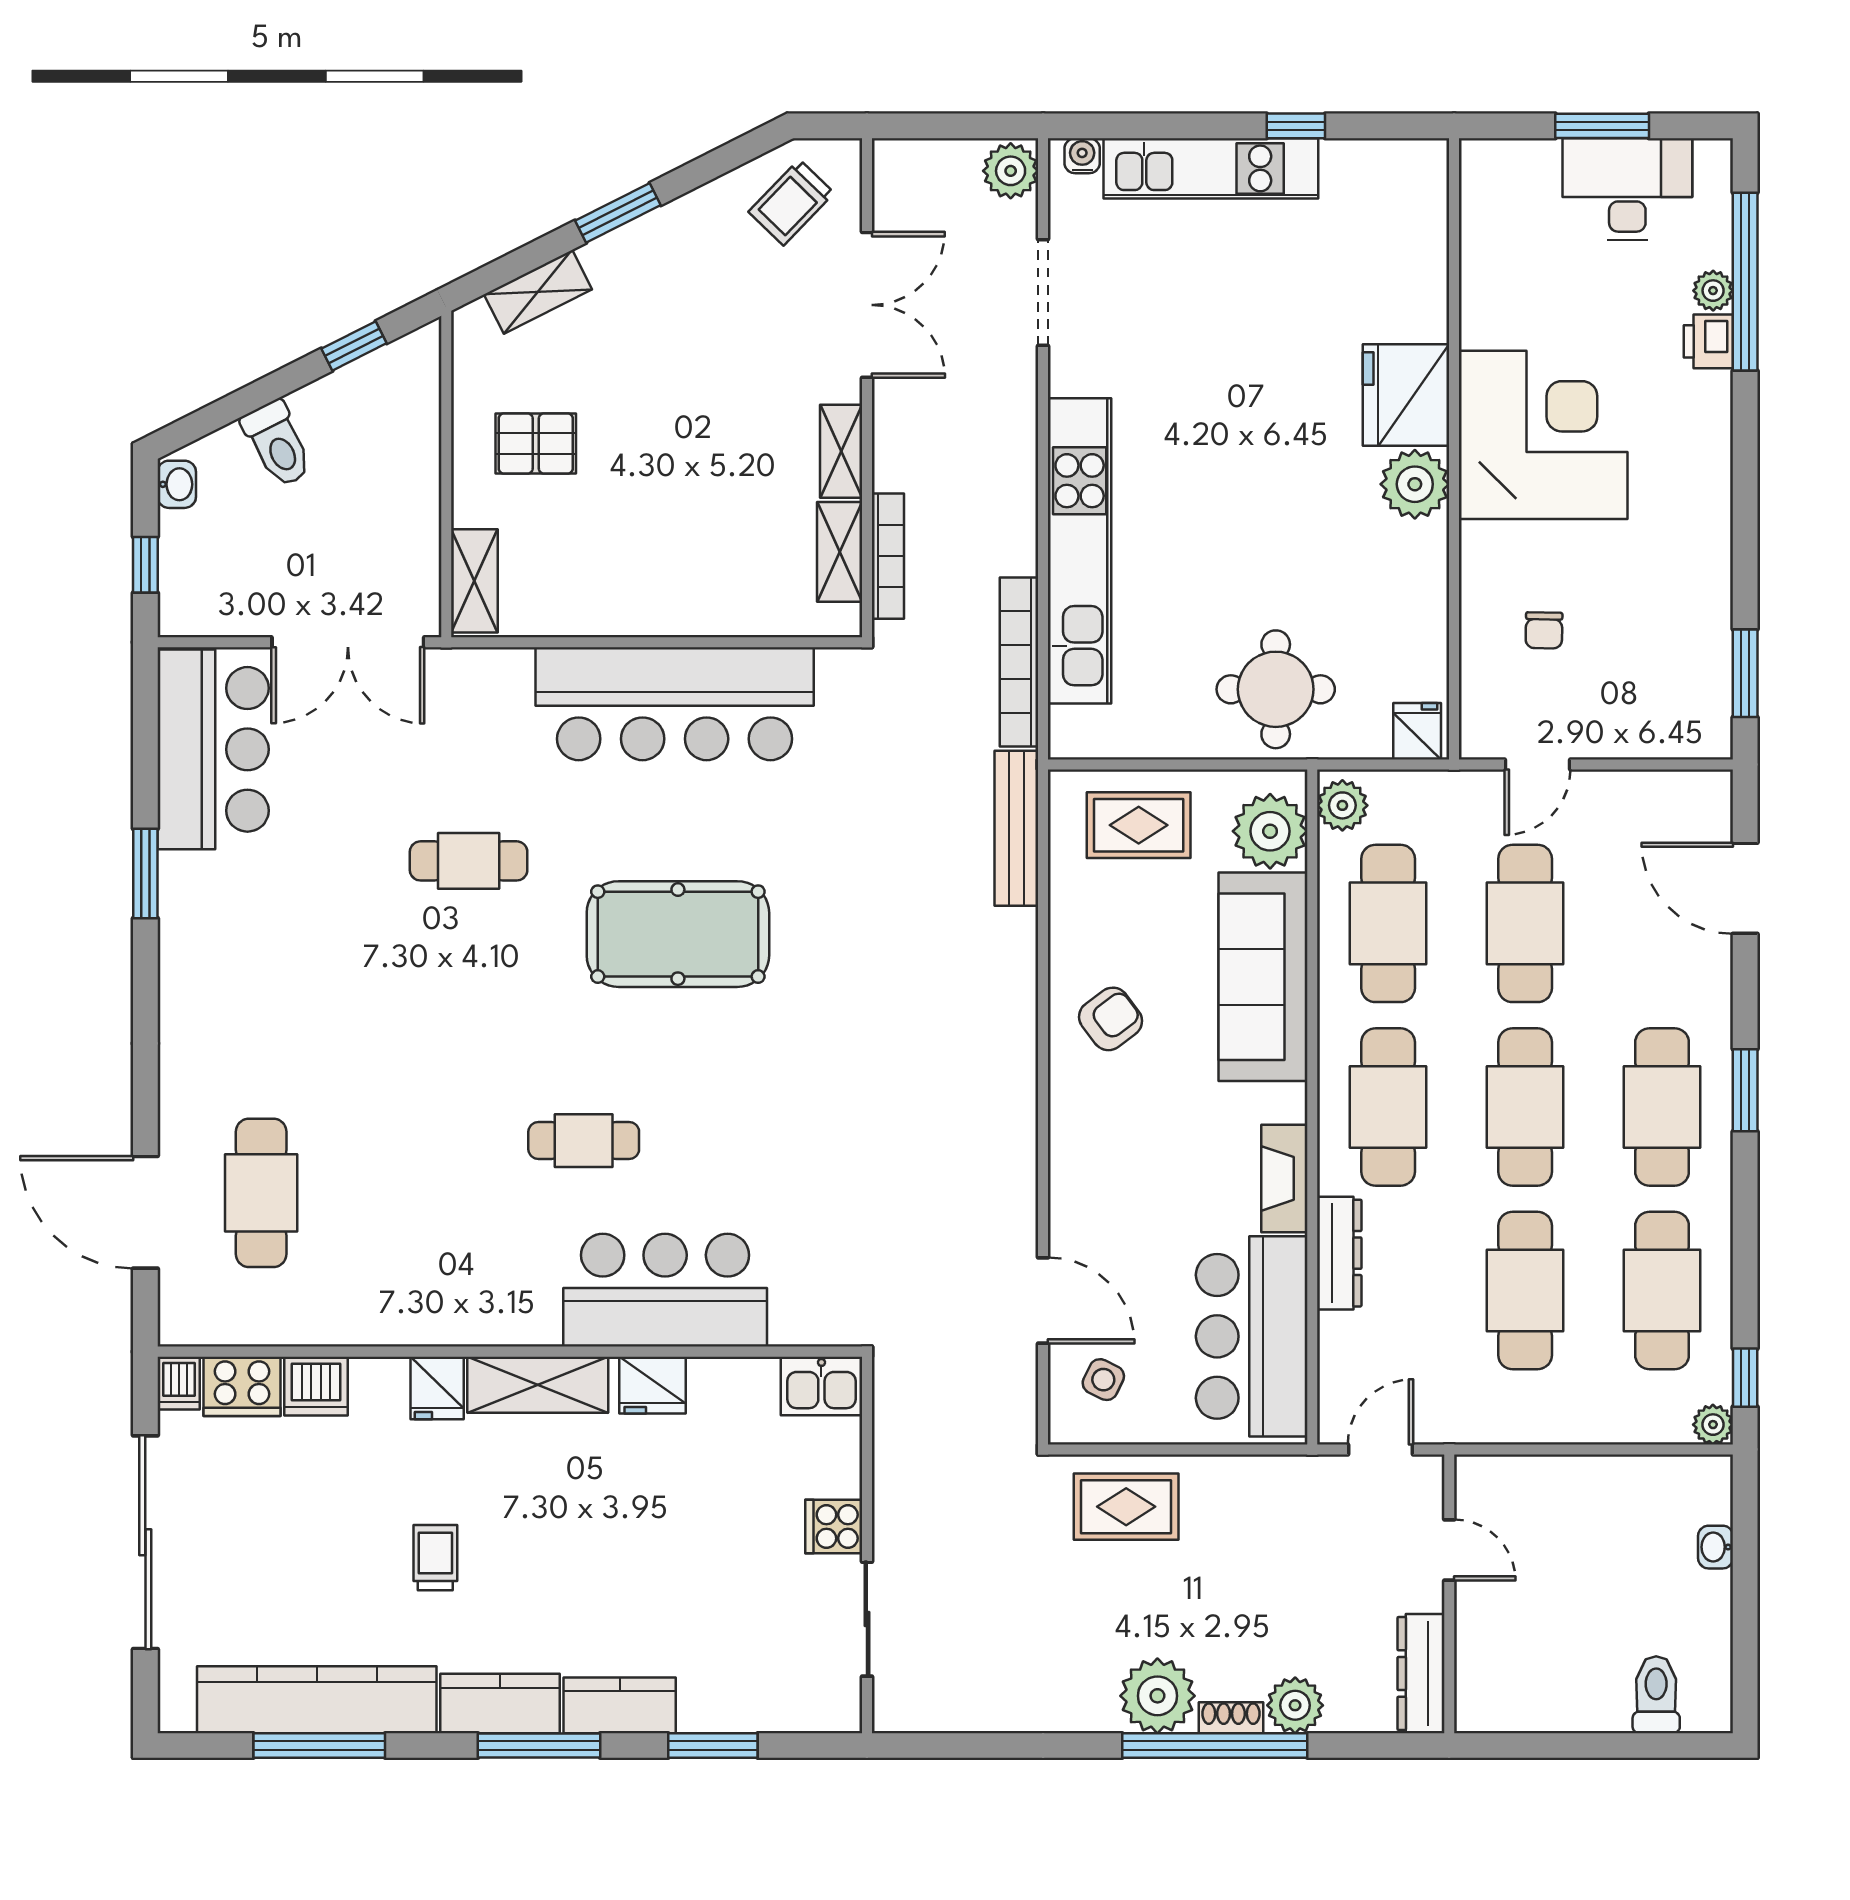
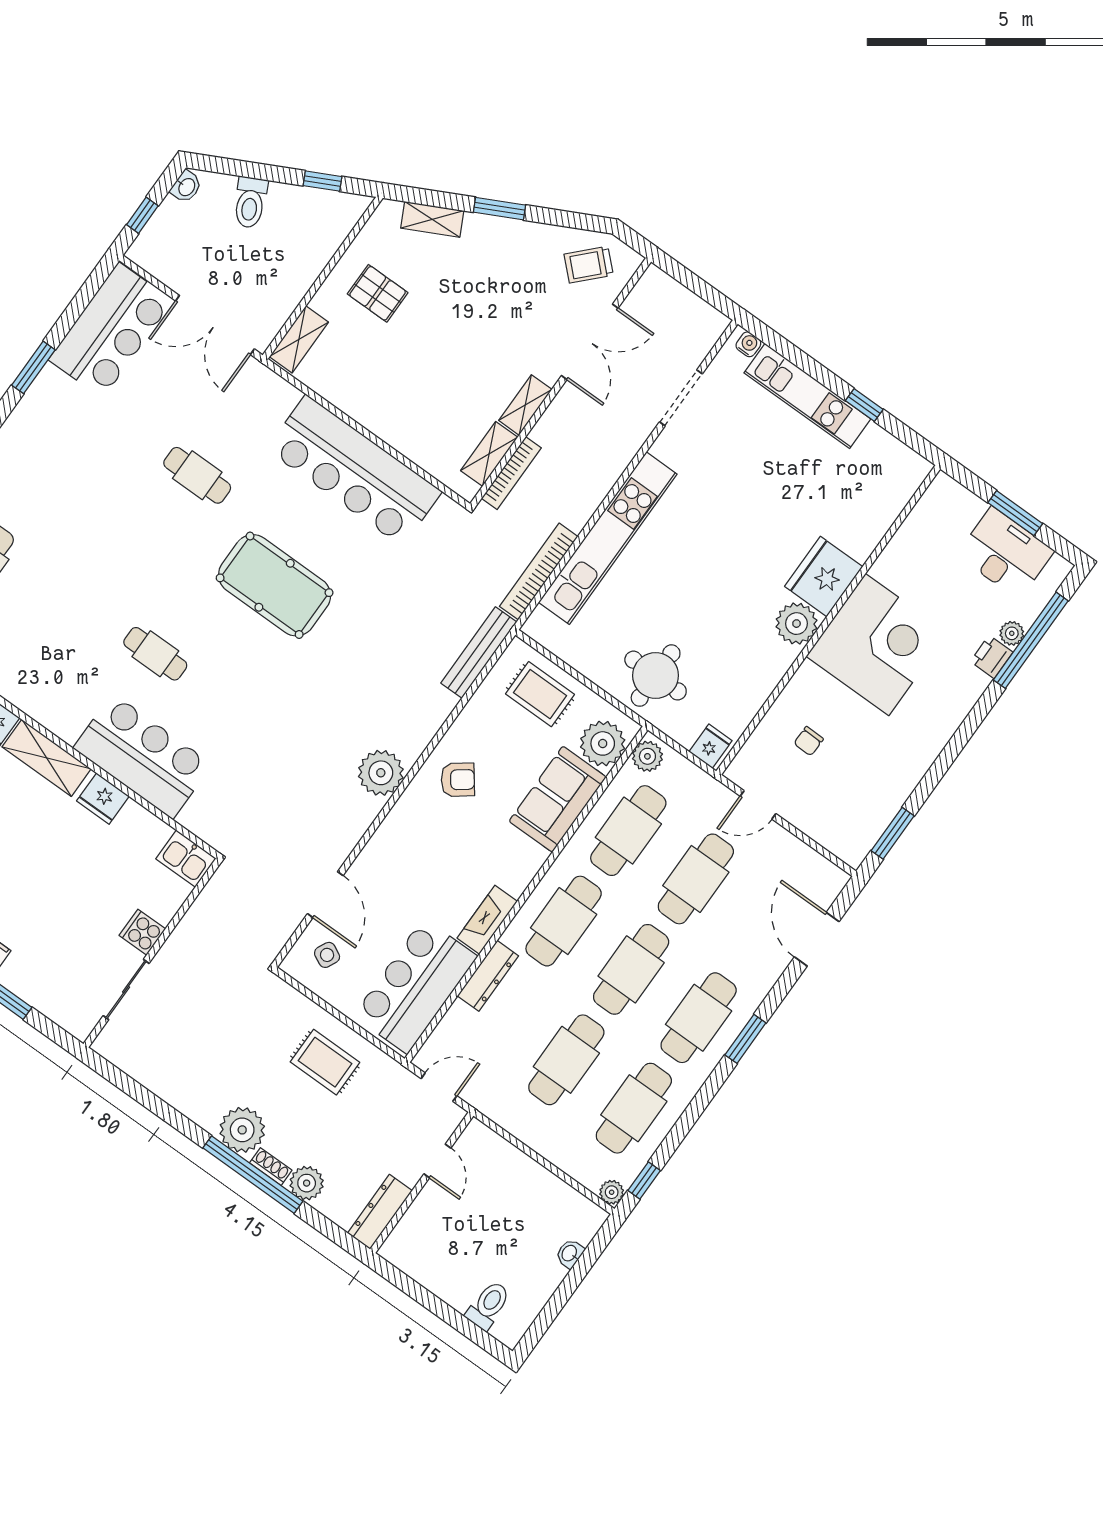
plant: (1011, 171) -> (381, 773), moved, width x1.36, depth x1.36
sofa: (1263, 977) -> (558, 799), width x0.73
rug: (1126, 1507) -> (325, 1062), moved

